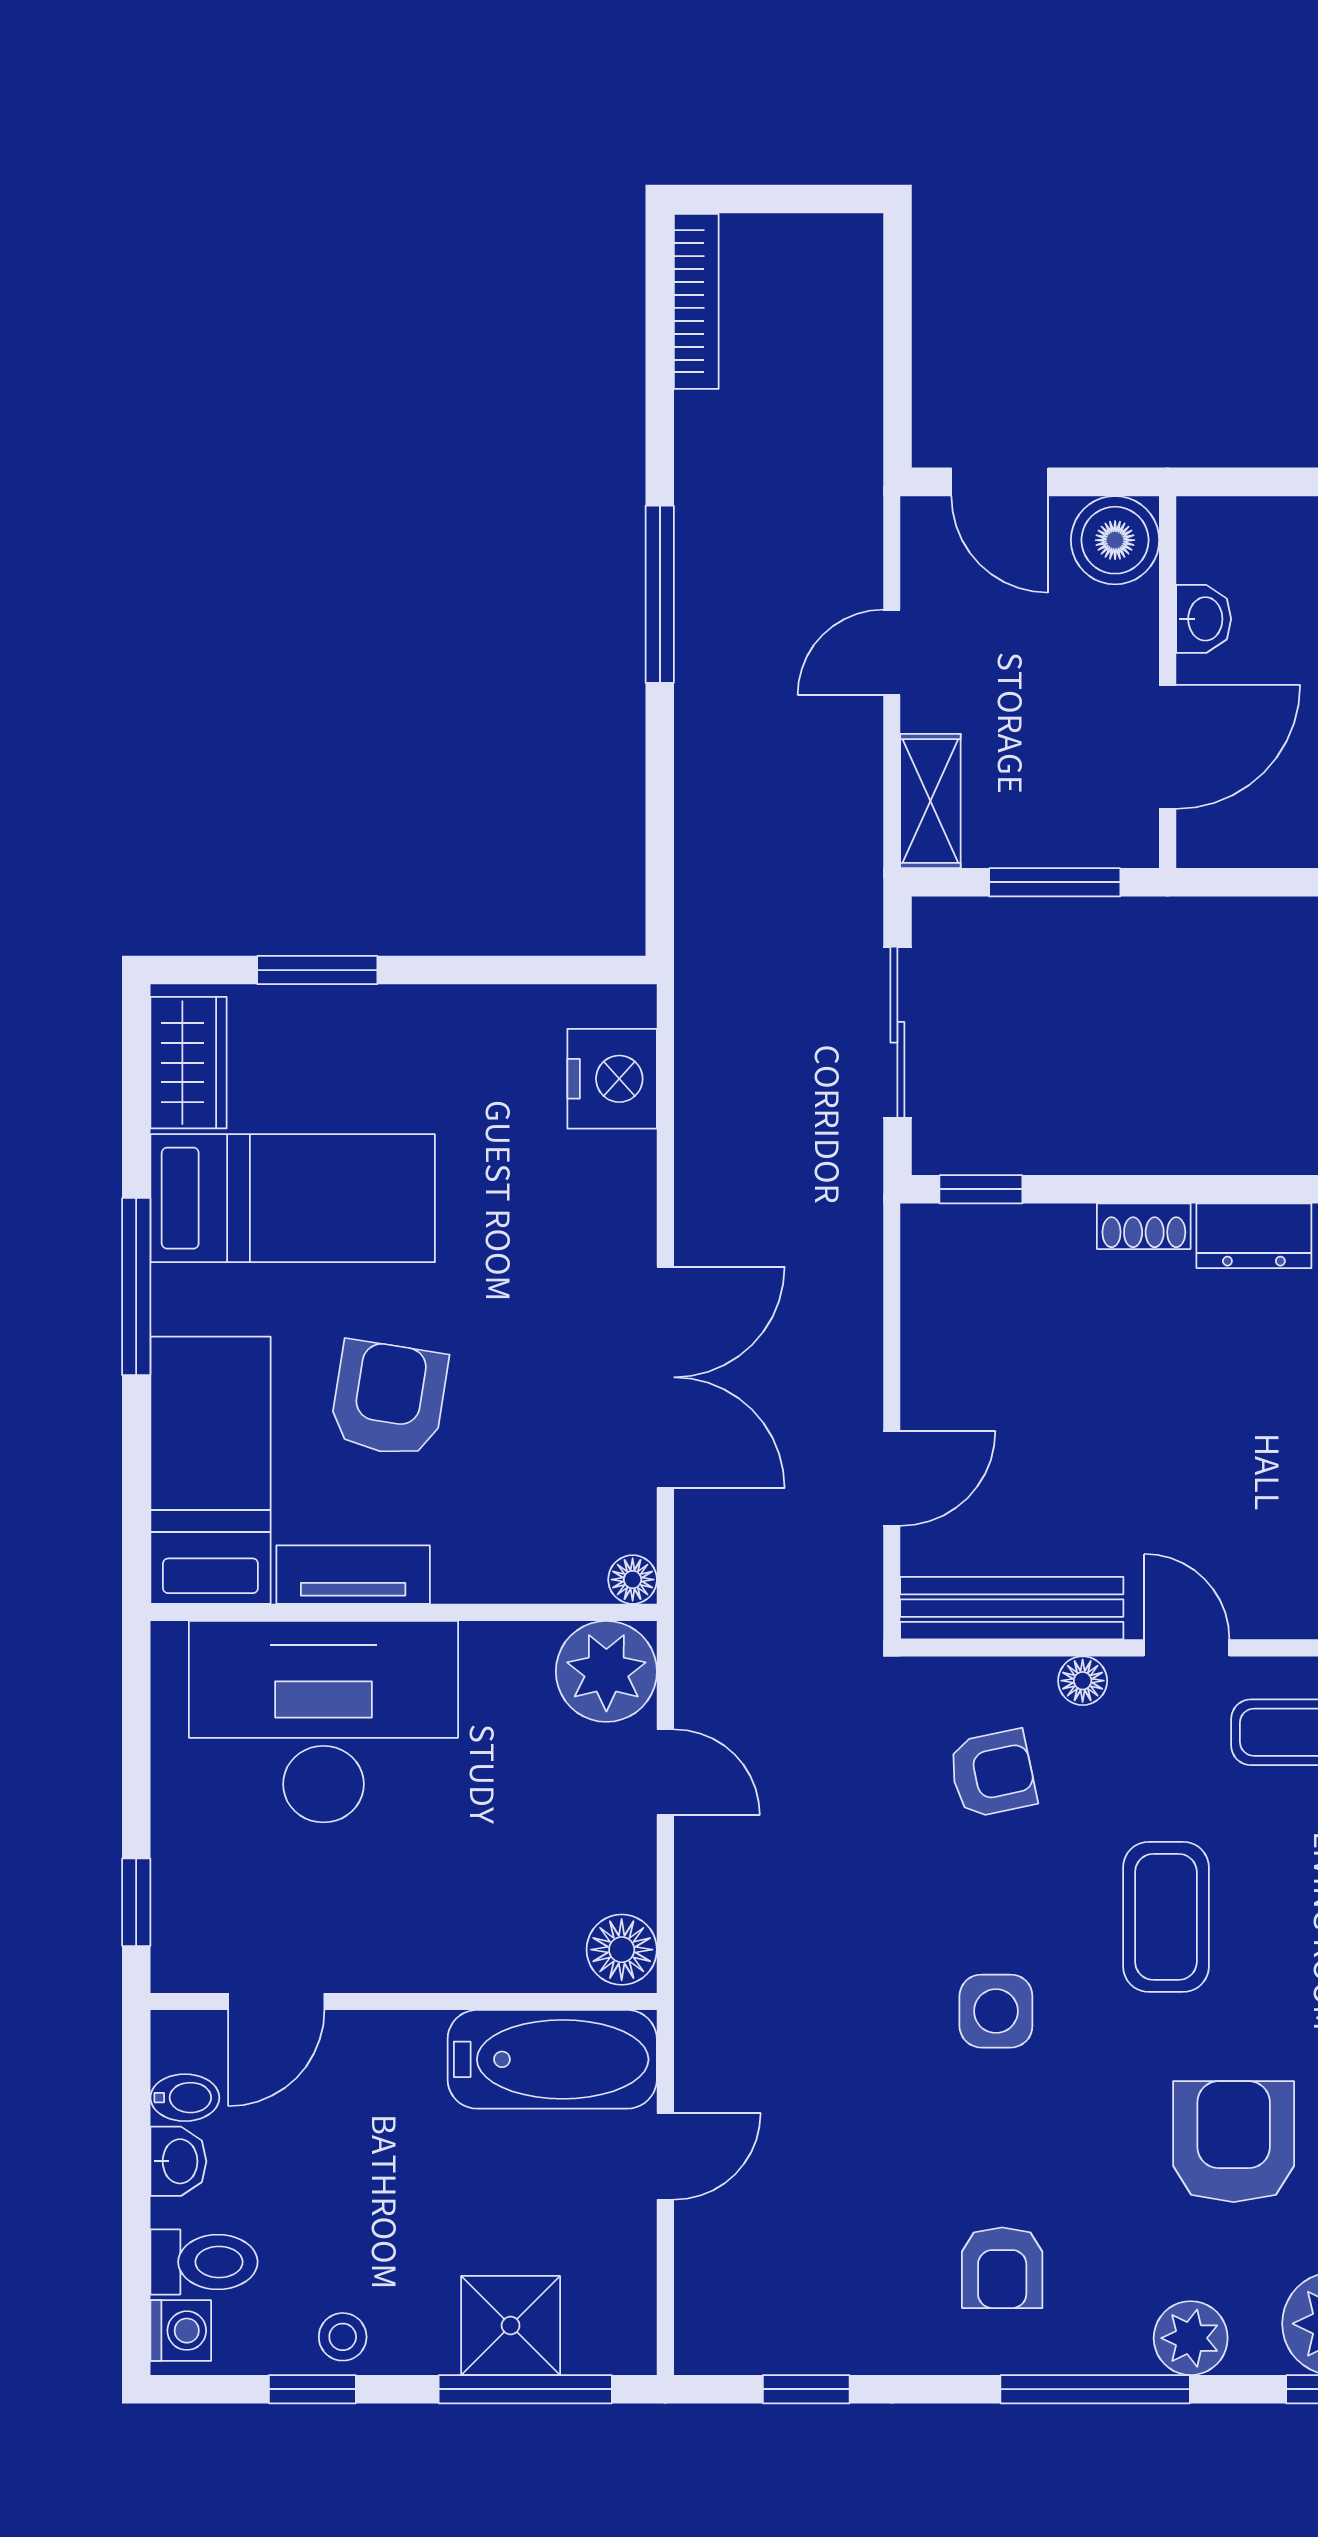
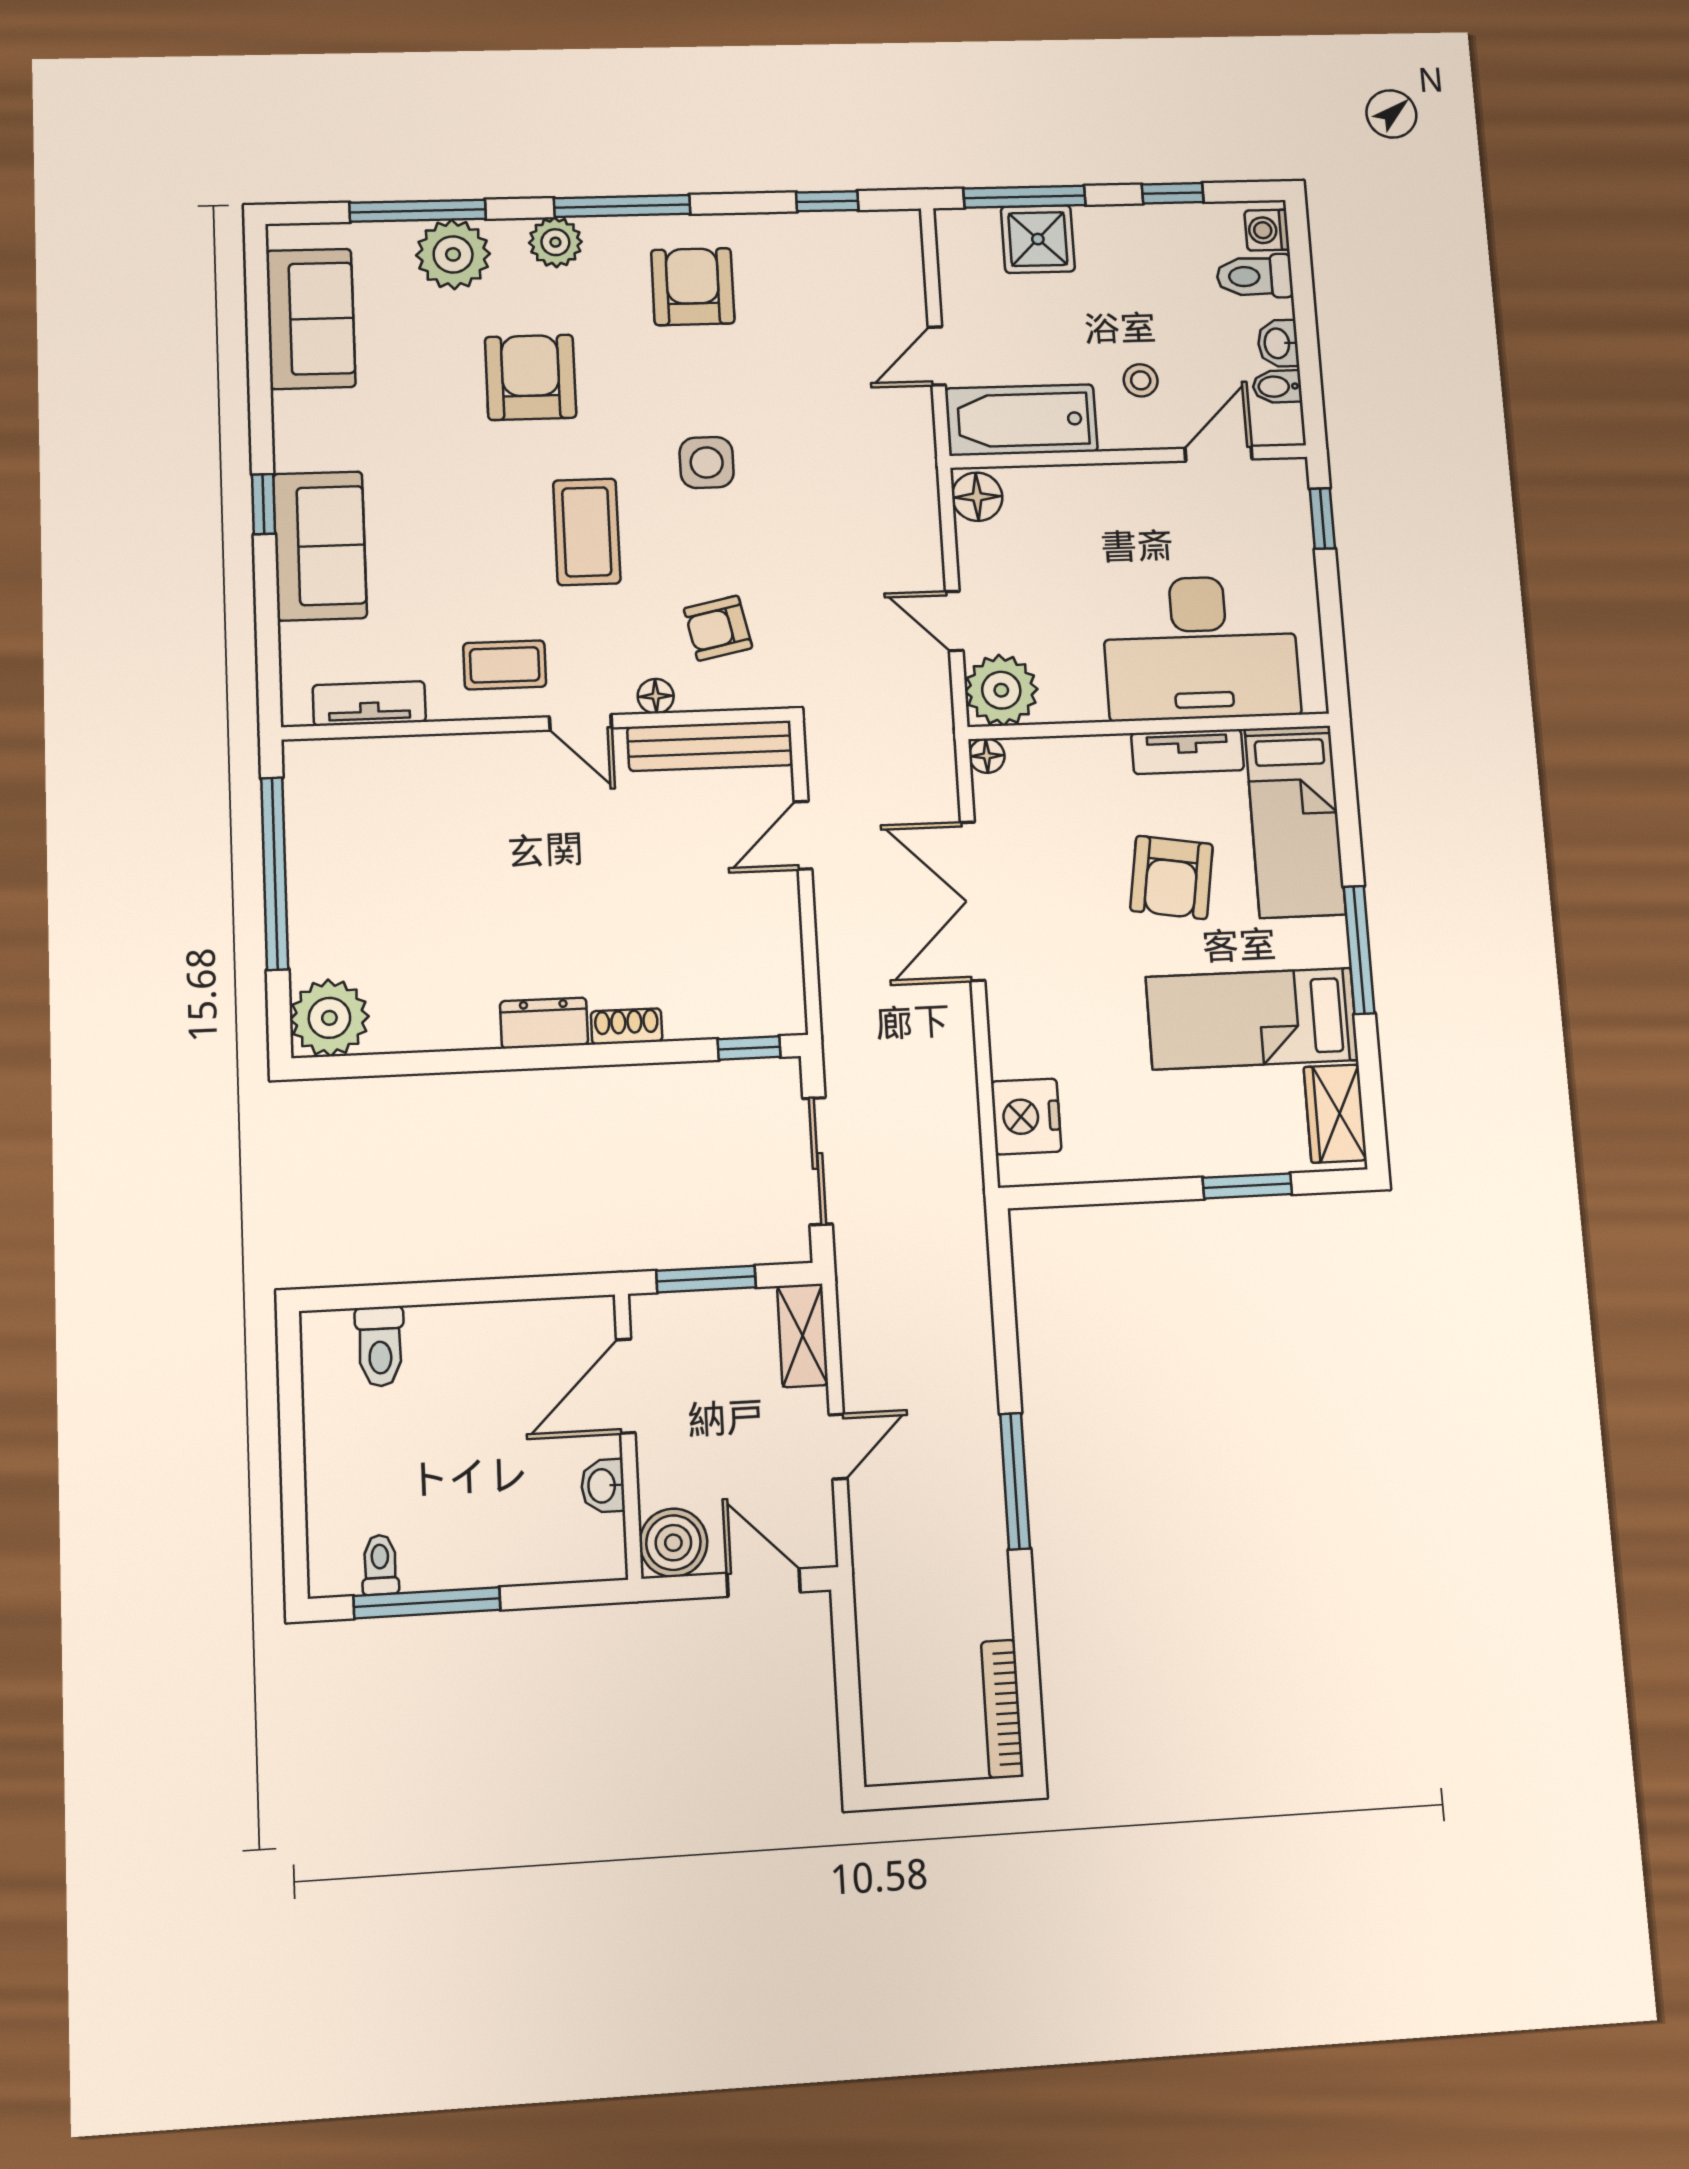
armchair: (1234, 2142) -> (531, 377), turned 180
armchair: (1002, 2268) -> (693, 287), width x1.38, depth x1.38
stool: (343, 2337) -> (1141, 380), moved

